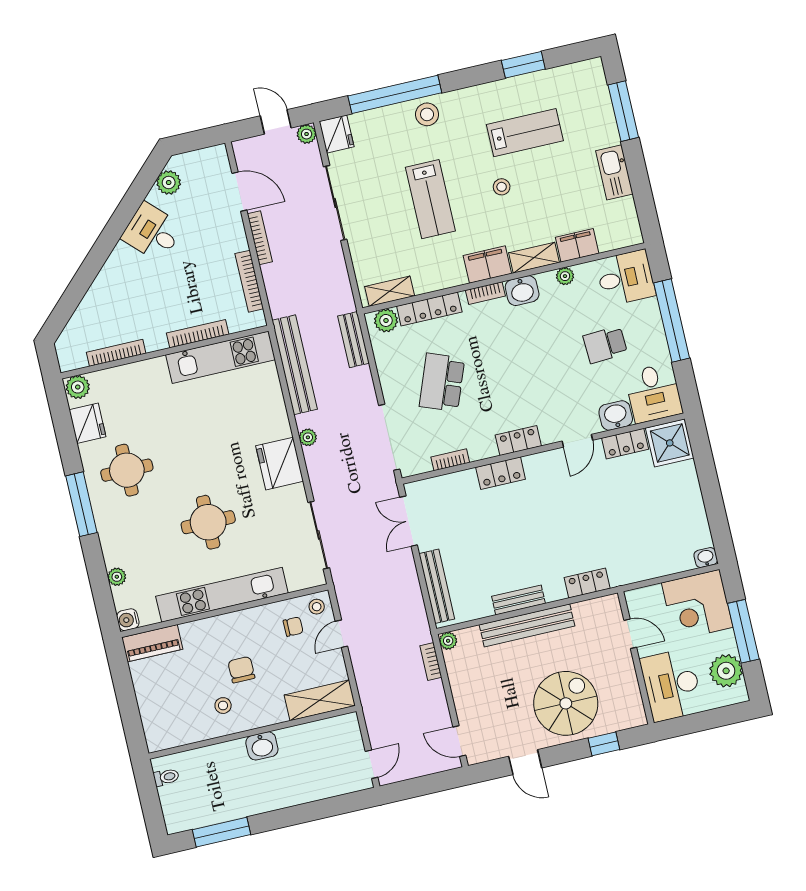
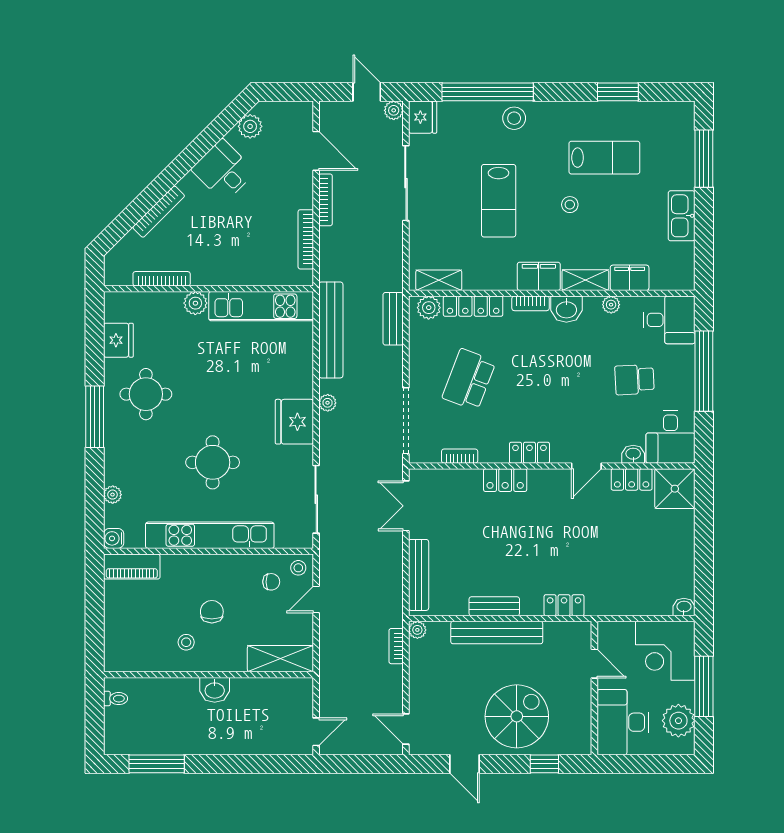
bookcase: (198, 334) -> (159, 212), moved, turned 135
plant: (78, 387) -> (195, 303), moved
washbasin: (616, 415) -> (633, 454), width x0.72, depth x0.69

